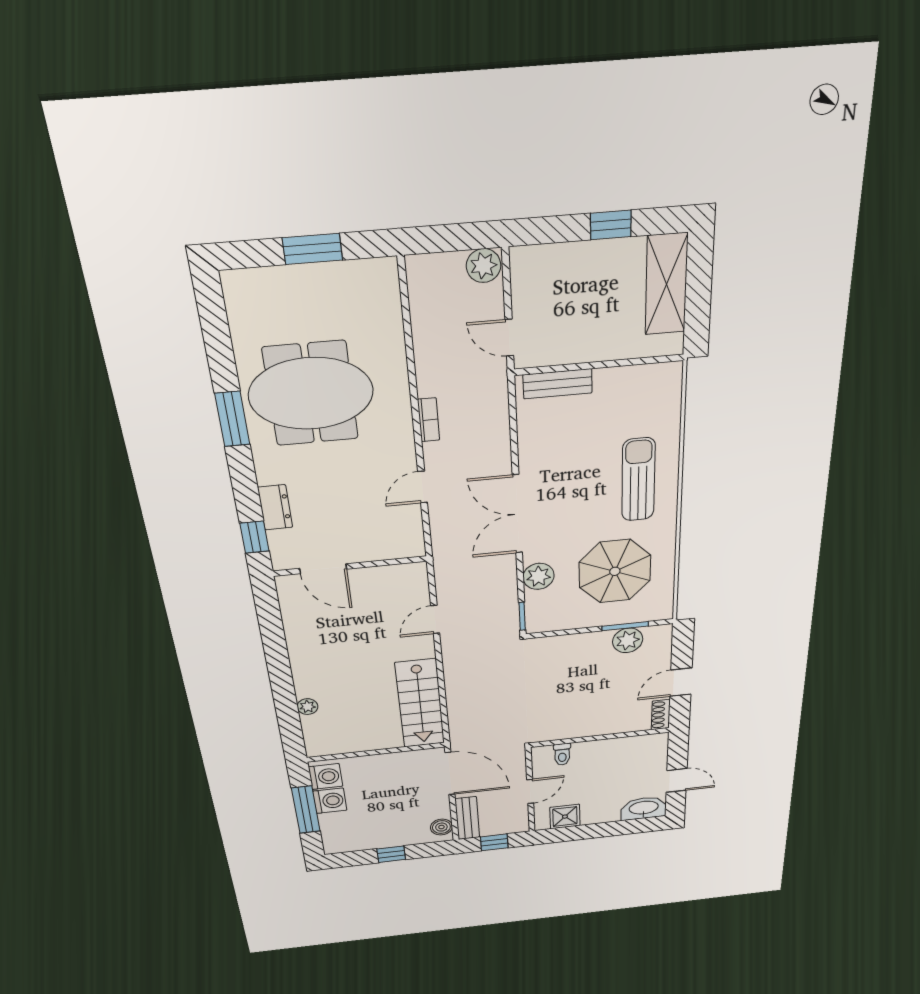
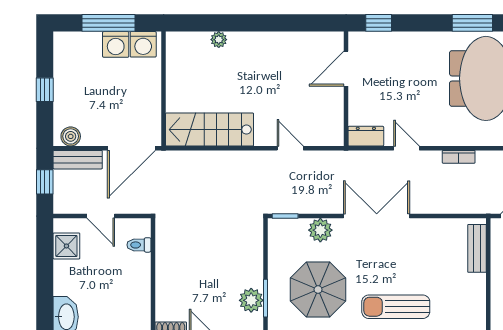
sun lounger: (638, 480) -> (396, 307), turned 180
dresser: (275, 507) -> (366, 136), moved, turned 180

